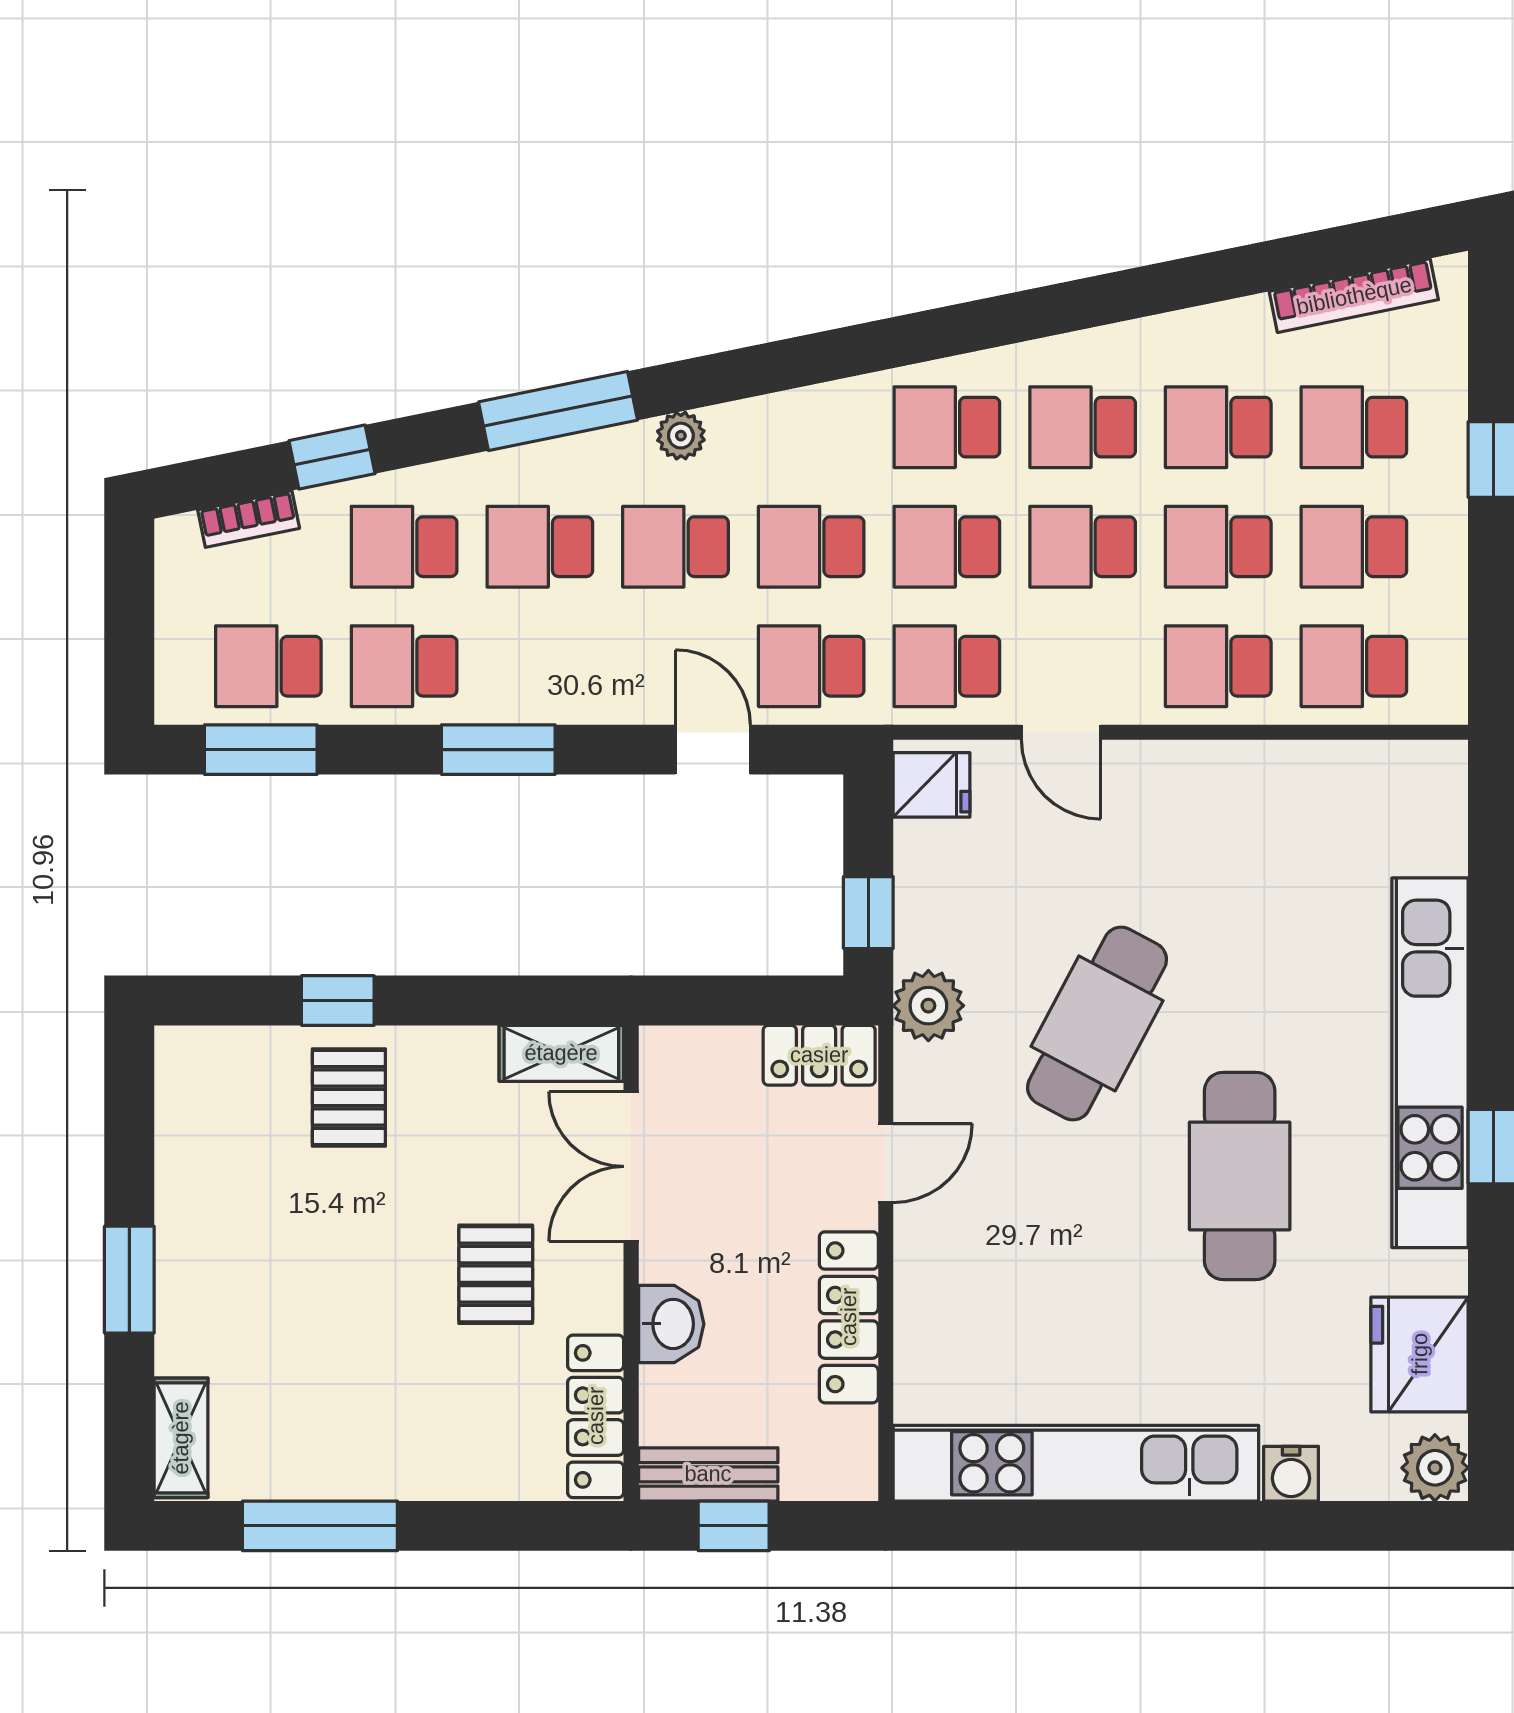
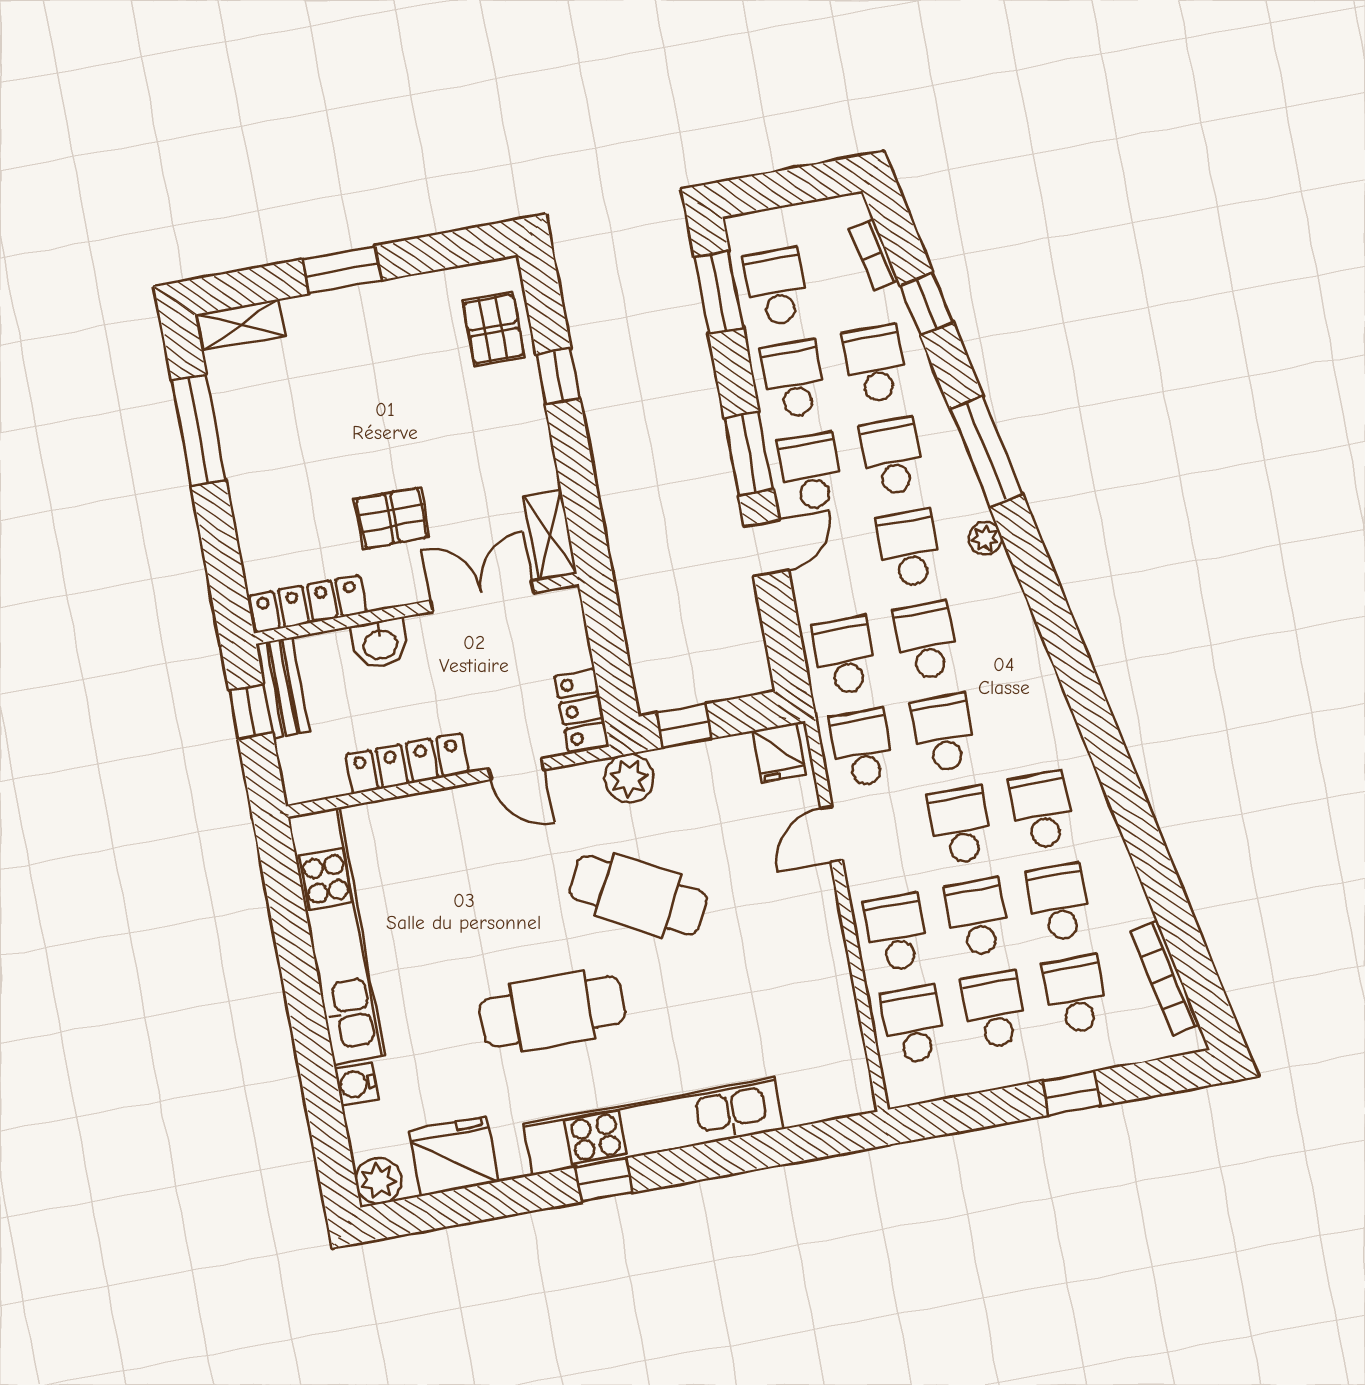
school desk: (947, 427) -> (811, 471), moved
door: (713, 750) -> (766, 548), moved
pallet: (349, 1097) -> (493, 329), moved, turned 90

